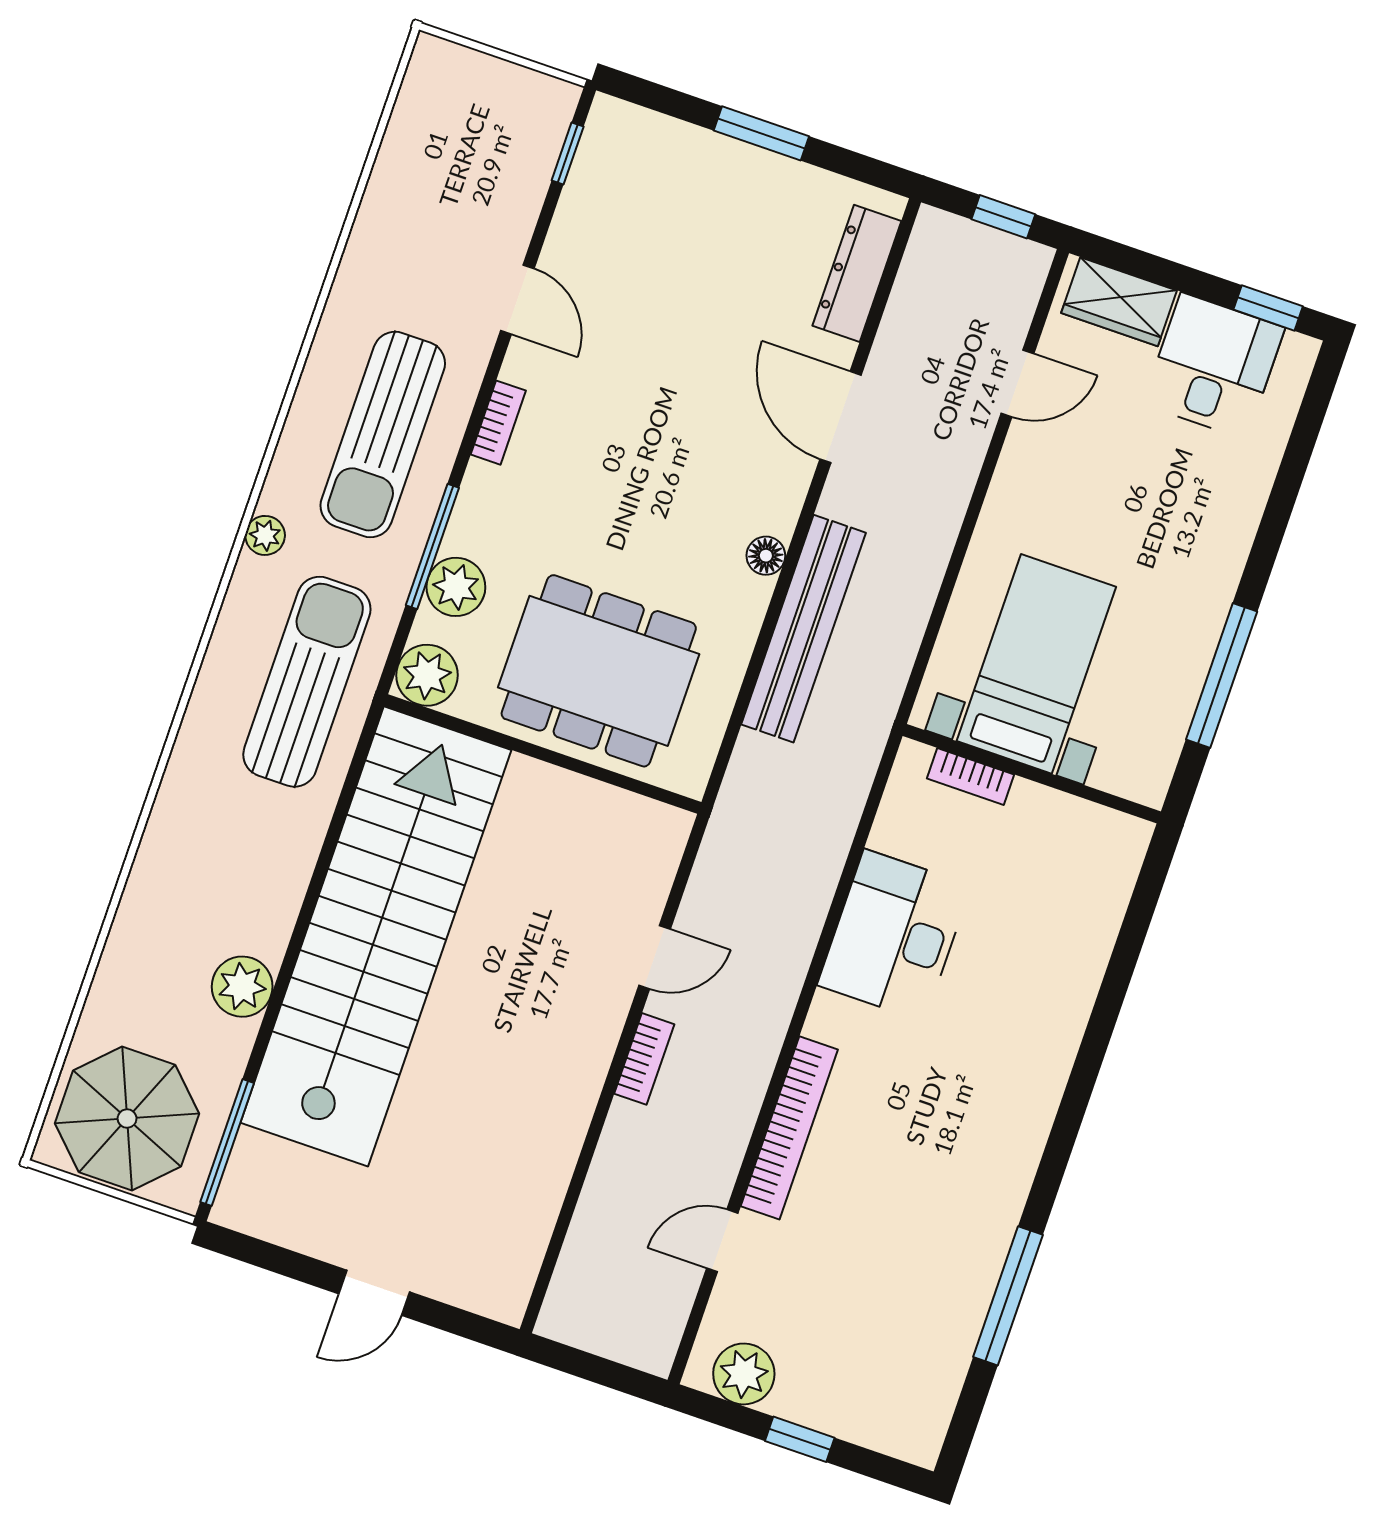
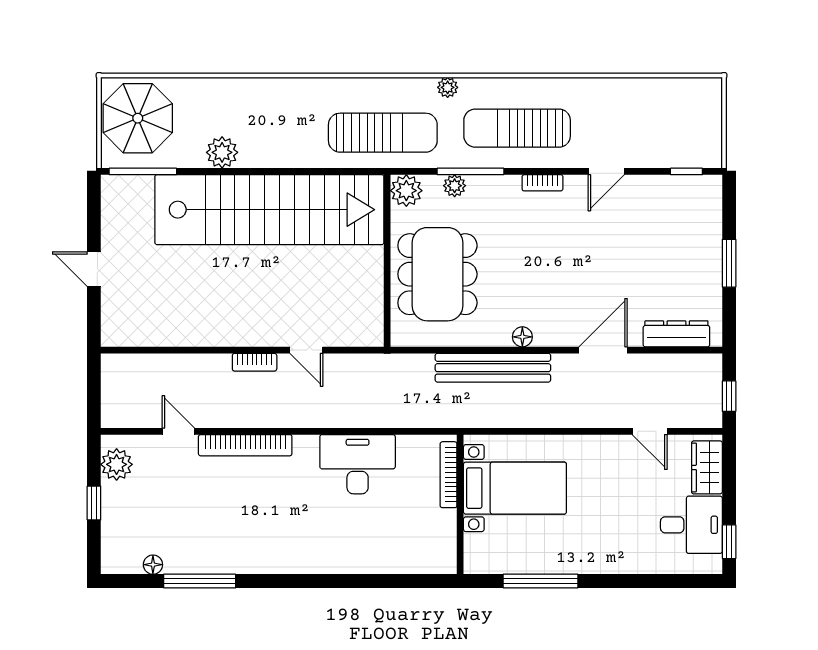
plant: (456, 587) -> (455, 186), width x0.73, depth x0.73
bookcase: (971, 776) -> (449, 475), width x1.56
floor lamp: (949, 1371) -> (153, 565), added

